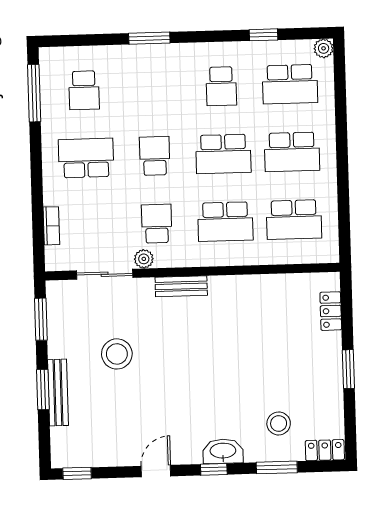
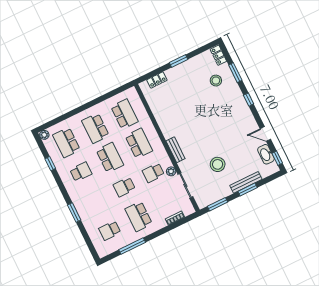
school desk: (290, 84) -> (66, 142), turned 180
school desk: (84, 90) -> (110, 231), turned 180
window: (34, 93) -> (132, 246), moved
school desk: (292, 152) -> (95, 128), turned 180
washbasin: (223, 451) -> (266, 154), moved
door: (156, 471) -> (265, 134), moved

